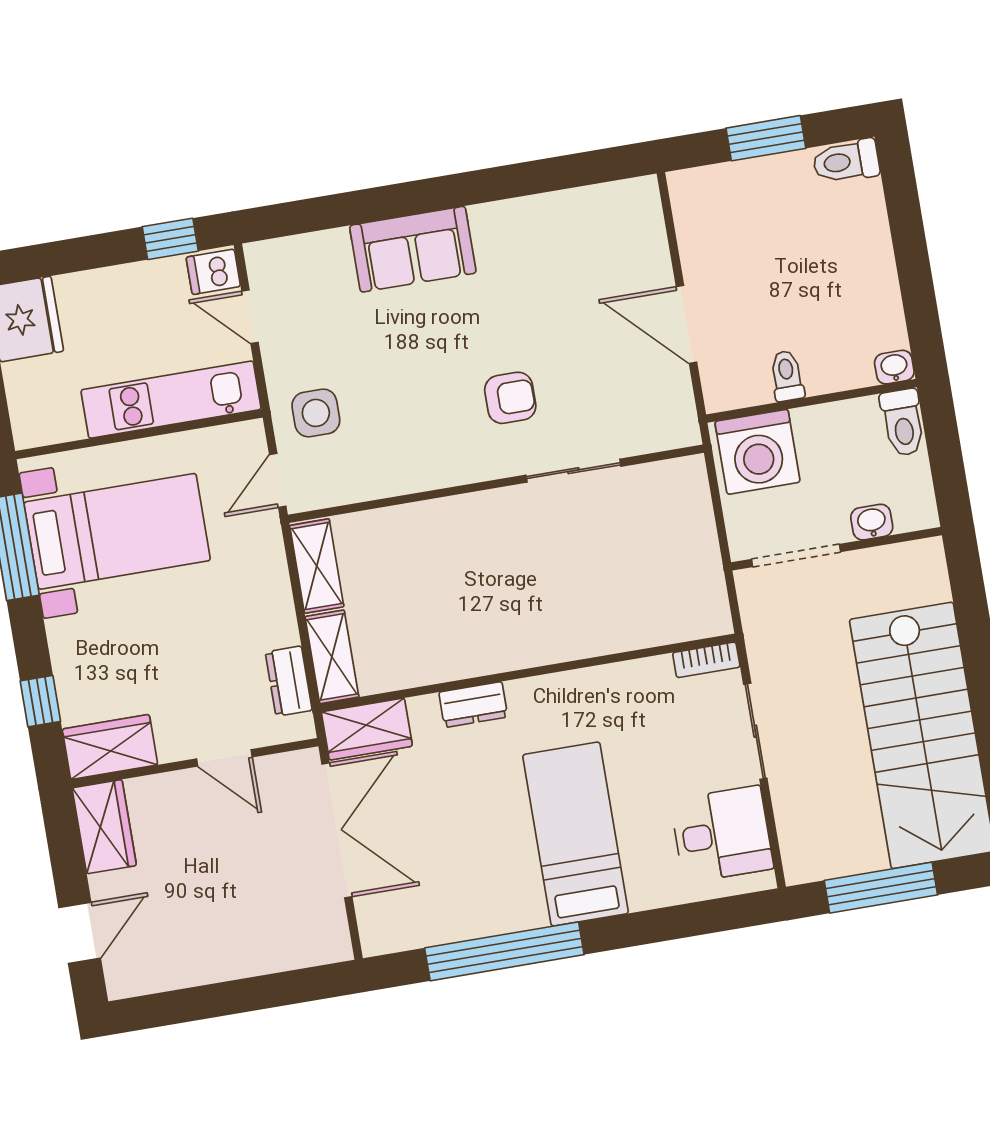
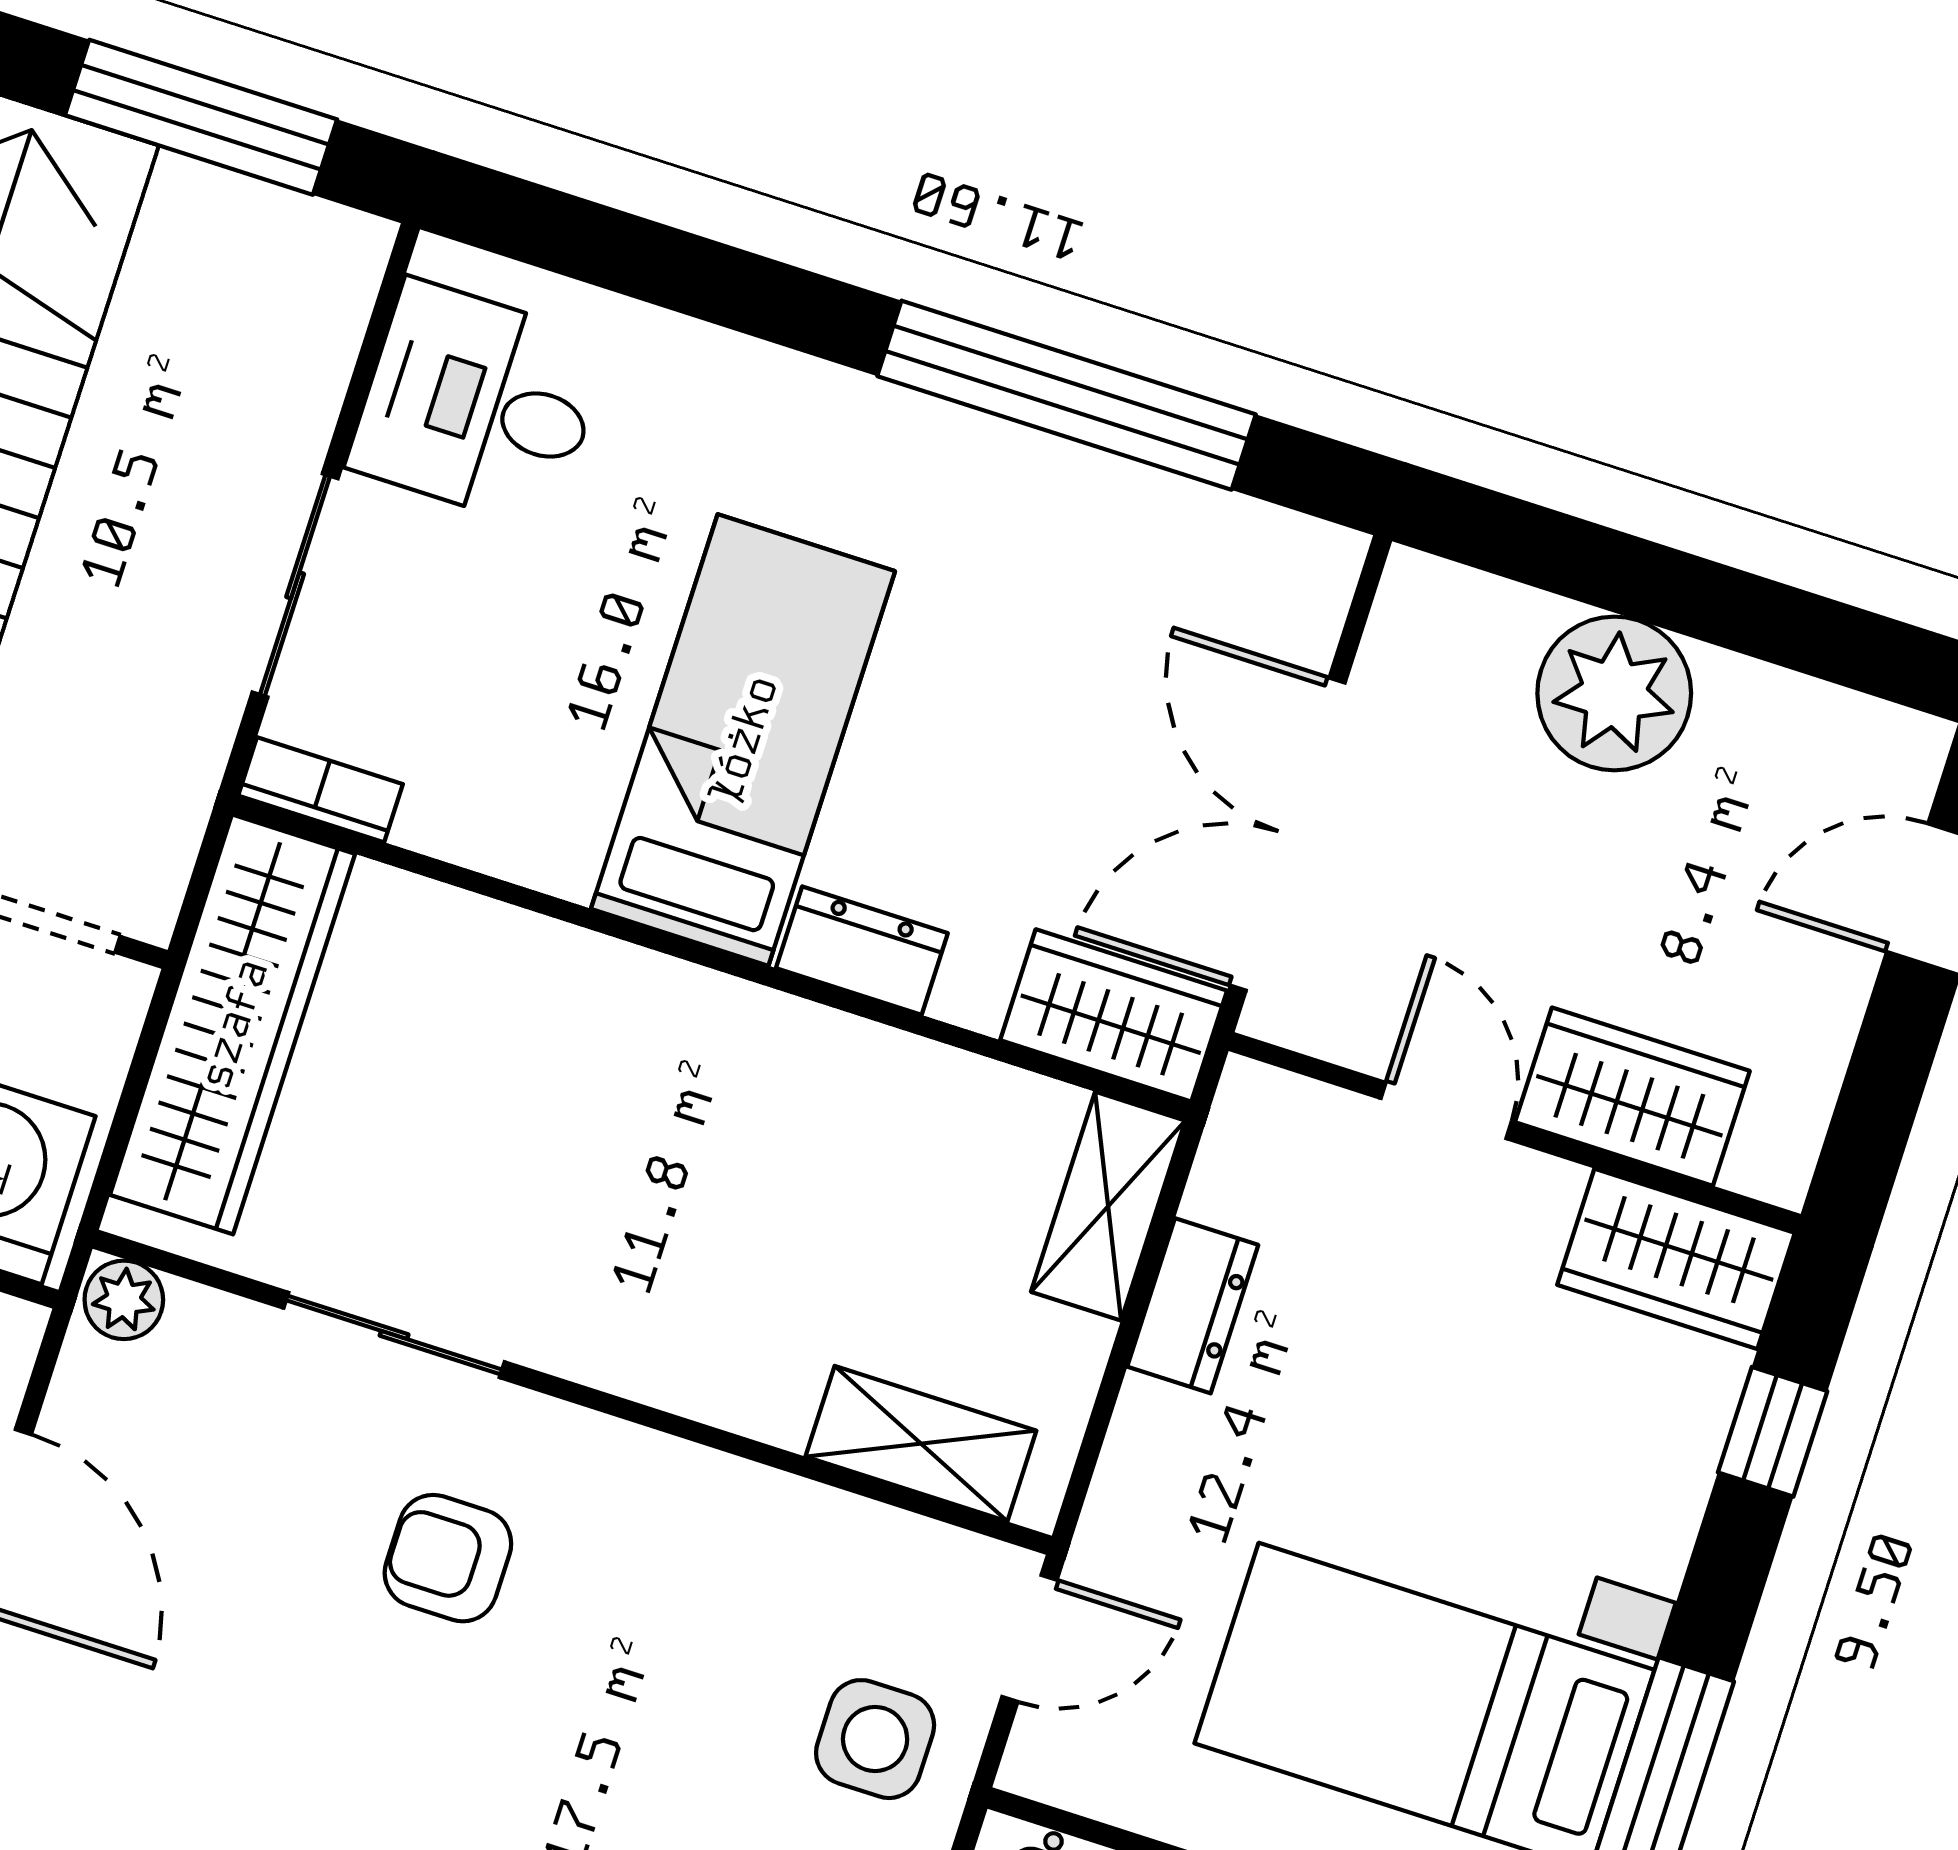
plant: (681, 431) -> (124, 1300), added
wardrobe: (694, 555) -> (233, 1024), added
shelving: (317, 566) -> (921, 1444), moved, turned 90
dresser: (289, 681) -> (1193, 1306), moved
wardrobe: (104, 827) -> (1632, 1097), moved, turned 90
bed: (576, 834) -> (743, 740), moved, turned 180
plant: (242, 946) -> (1614, 693), added

